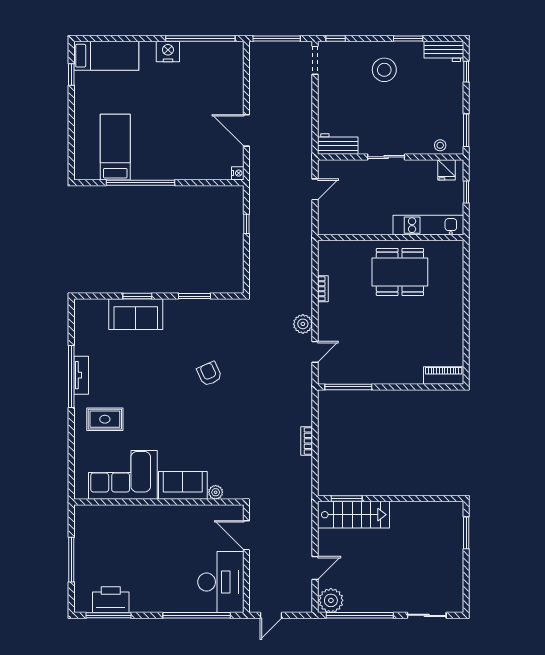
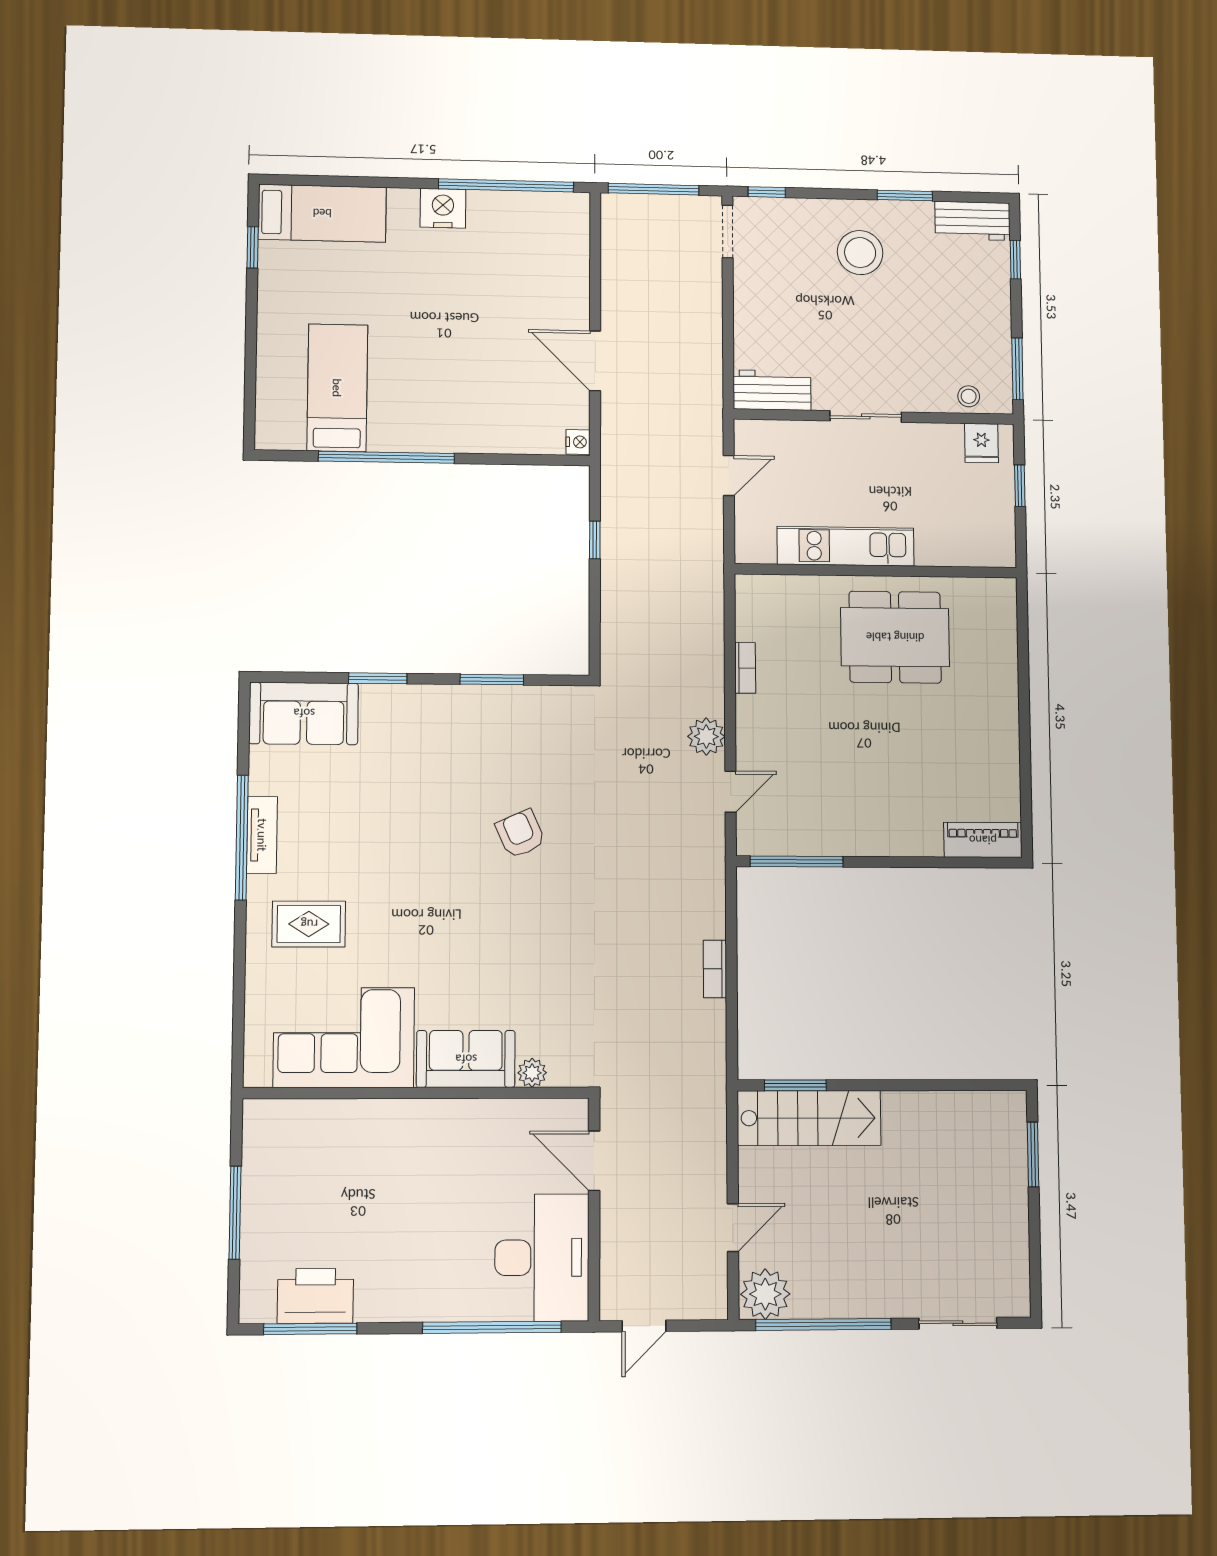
kitchen unit: (428, 225) -> (846, 546), moved
sofa: (136, 314) -> (304, 713), moved

